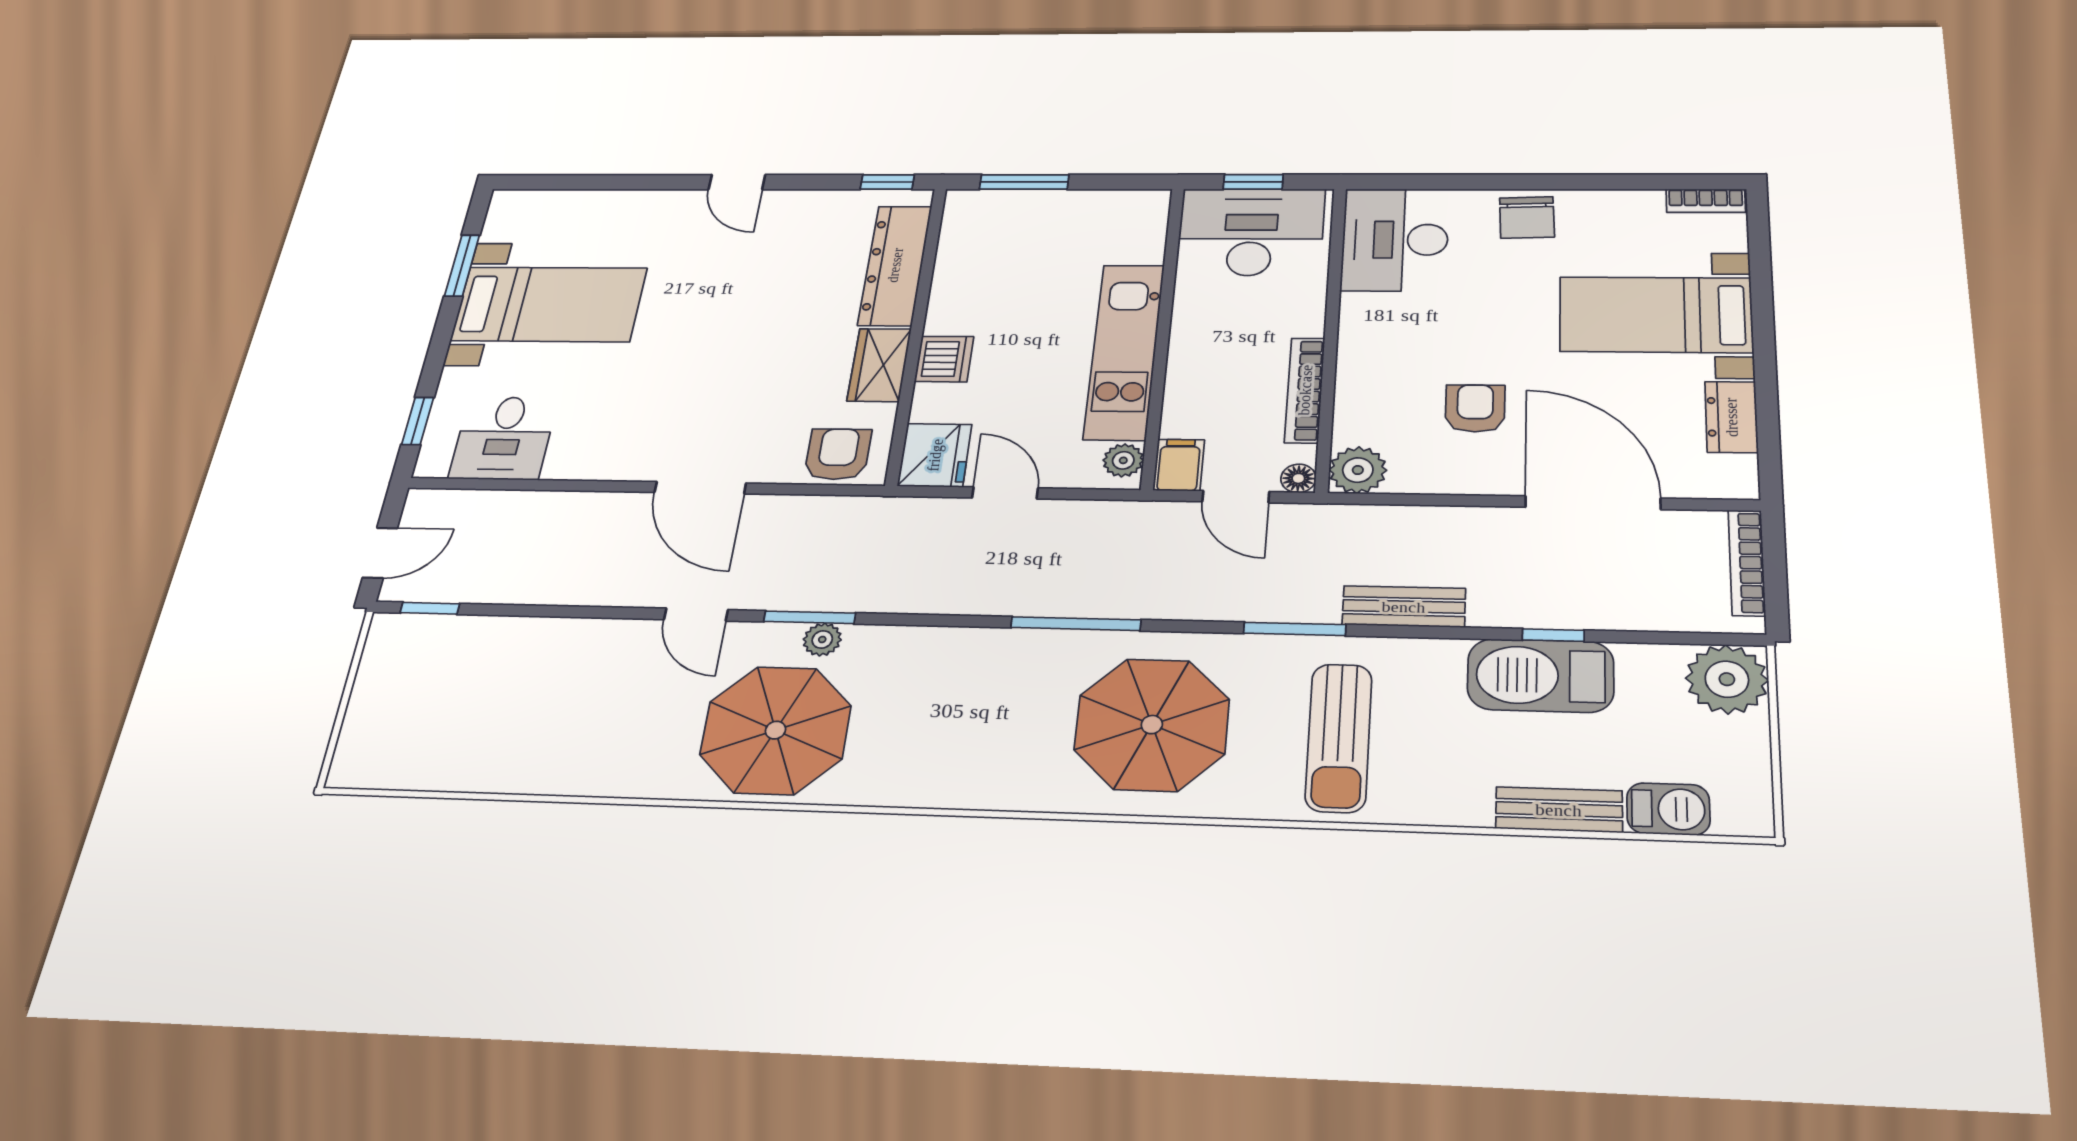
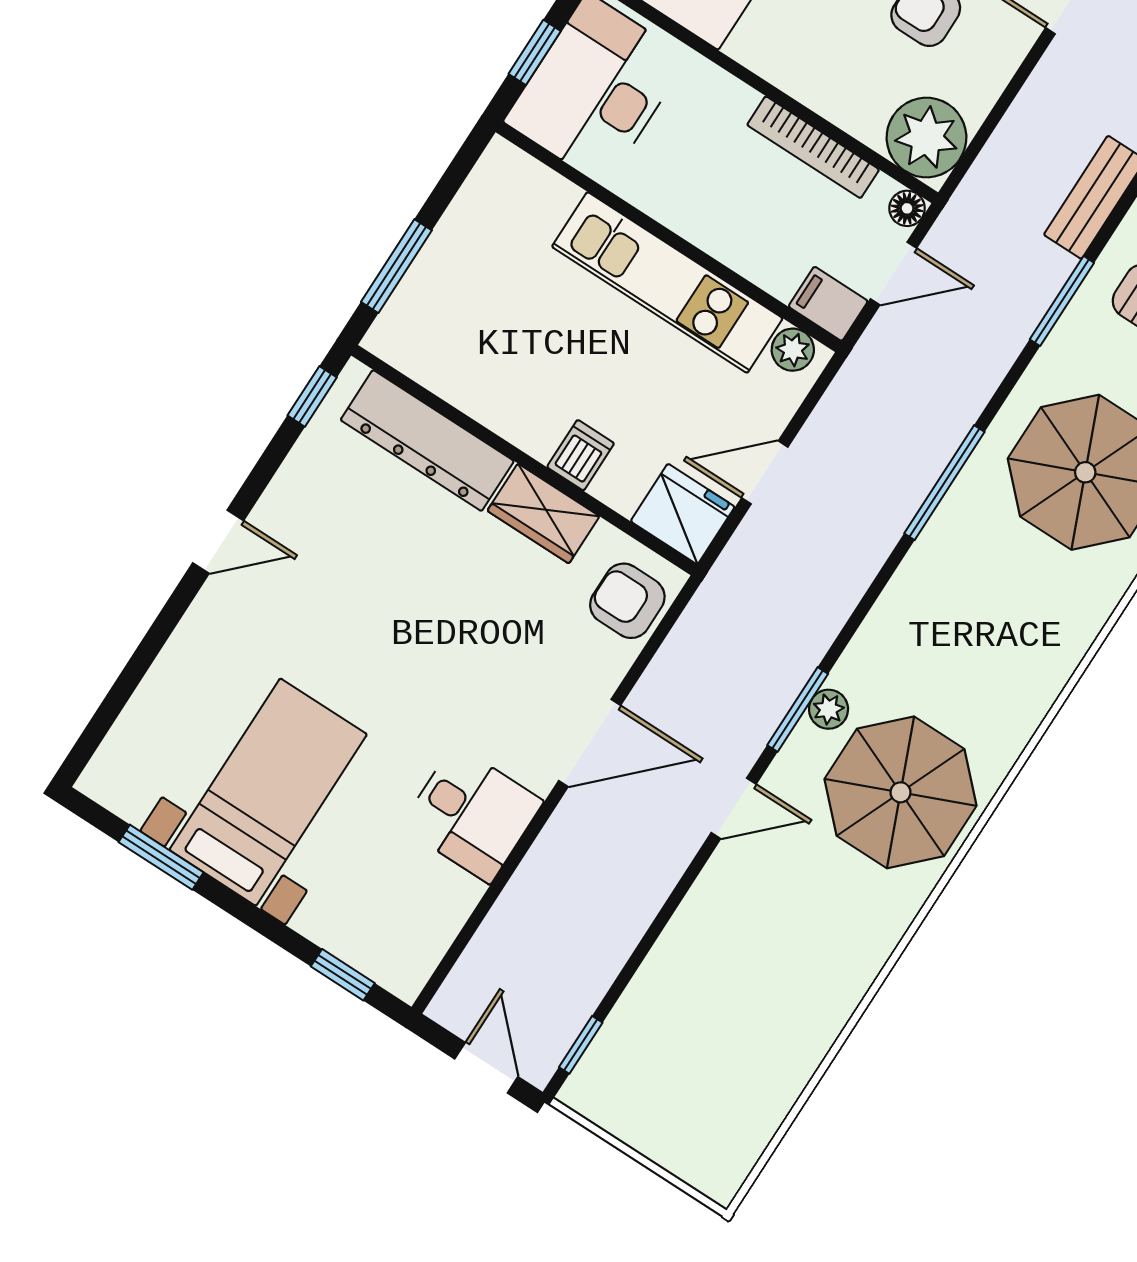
dishwasher: (944, 359) -> (581, 455), width x0.73
desk: (503, 438) -> (472, 814), moved
plant: (1358, 470) -> (926, 138), width x1.36, depth x1.36

